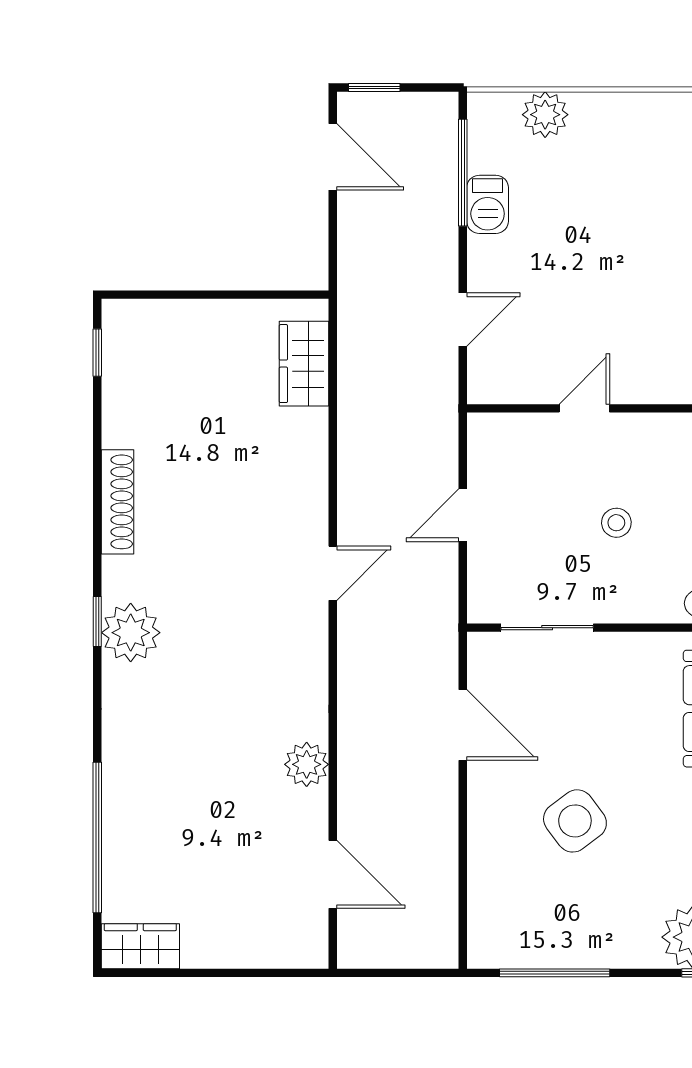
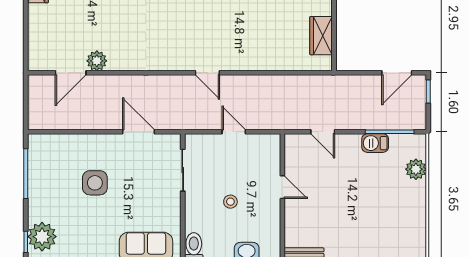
wardrobe: (304, 364) -> (321, 36), moved, turned -90
door: (463, 725) -> (138, 132), swing flipped
plant: (307, 764) -> (97, 61), moved
side table: (575, 821) -> (95, 183), turned 37

